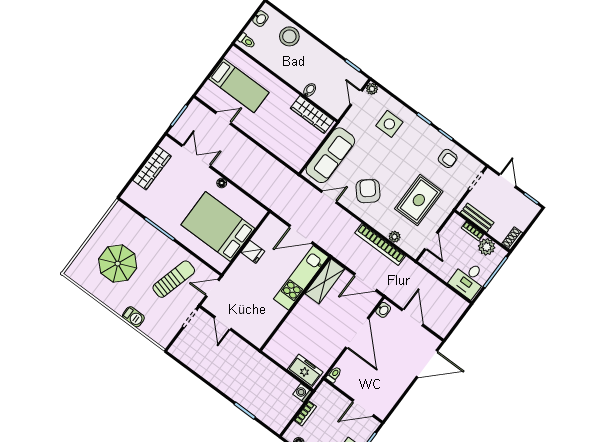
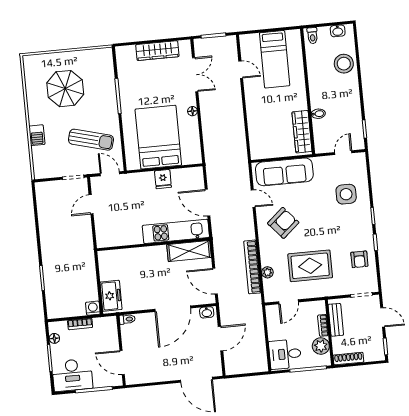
plant: (372, 89) -> (360, 158), removed
door: (507, 181) -> (383, 317), hinge flipped
shoe rack: (512, 238) -> (348, 359), width x1.43

